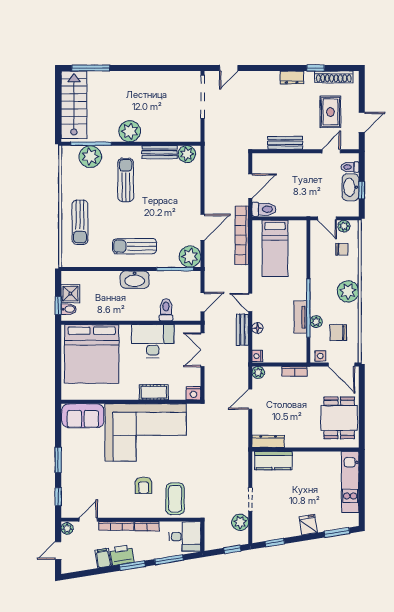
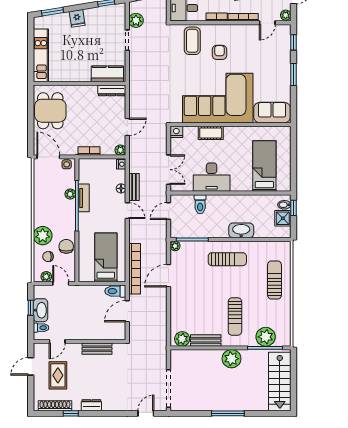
window: (91, 68) -> (228, 413), moved
plant: (190, 257) -> (175, 246), width x0.53, depth x0.53
washbasin: (135, 280) -> (241, 230), moved
plant: (348, 291) -> (43, 236), moved
chair: (338, 333) -> (66, 246), moved, turned -90
bed: (92, 354) -> (264, 166), width x0.49

